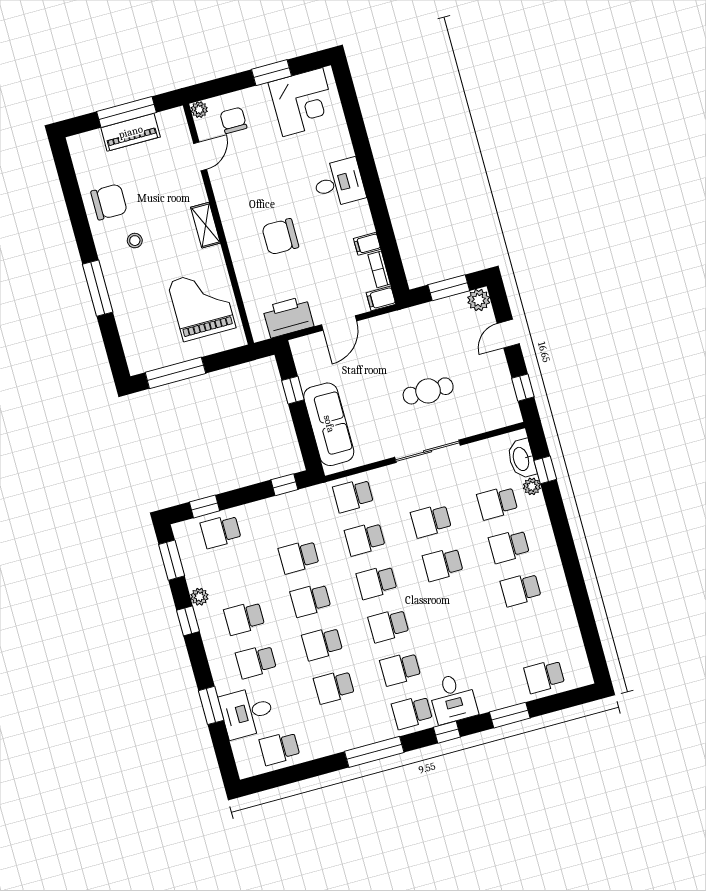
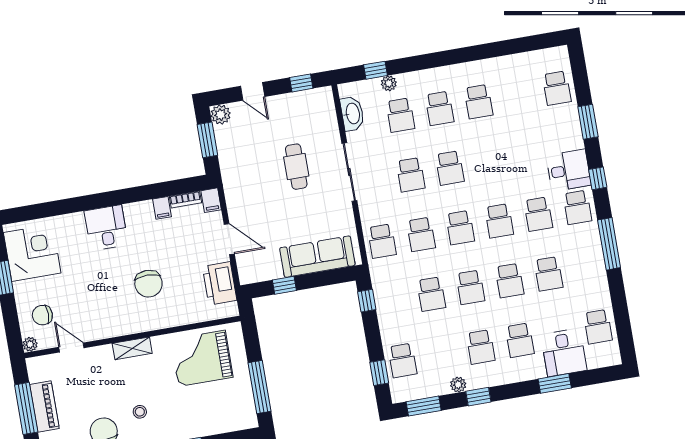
washbasin: (522, 459) -> (352, 114), moved, turned -90

